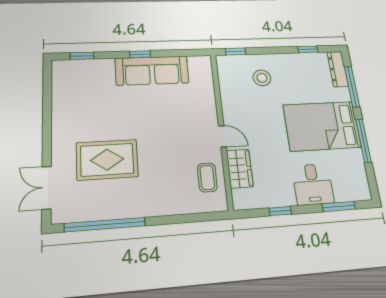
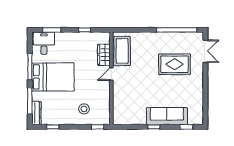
sofa: (152, 71) -> (167, 116), moved
door: (222, 136) -> (111, 74), hinge flipped
coffee table: (207, 178) -> (122, 51), width x1.86, depth x1.72
desk: (313, 184) -> (44, 43), moved

